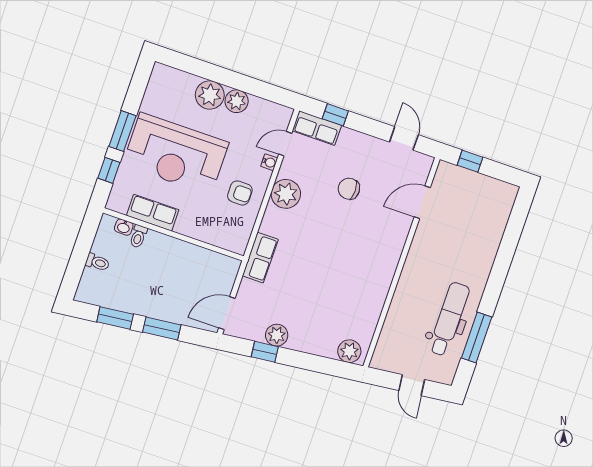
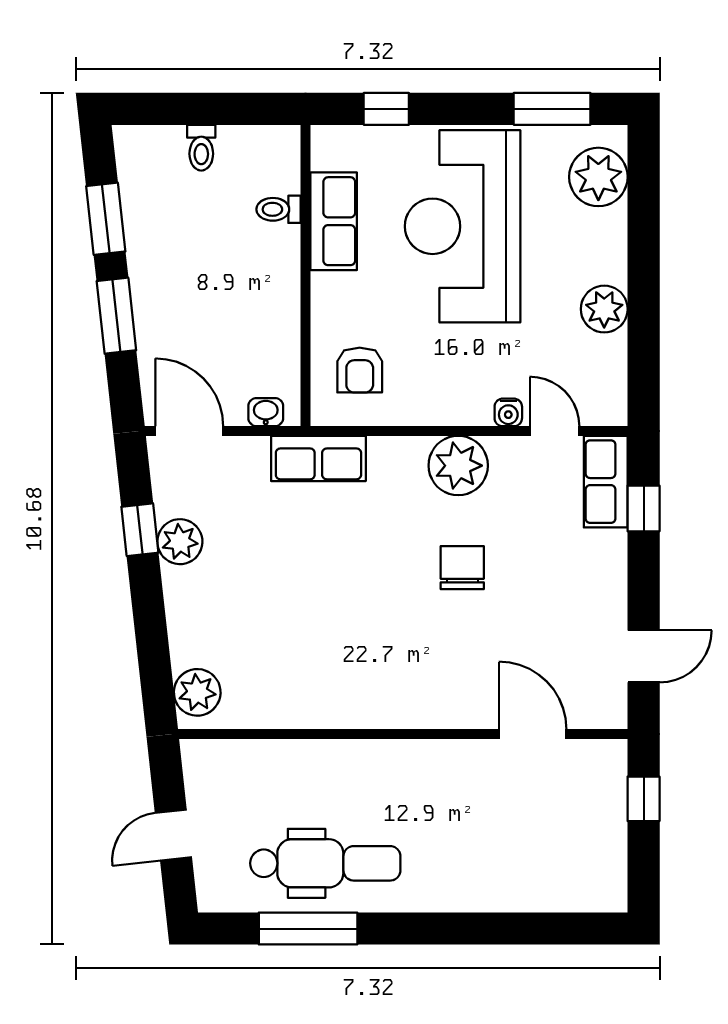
plant: (210, 95) -> (598, 177), moved
window: (122, 131) -> (552, 109), moved
chair: (349, 189) -> (462, 568), moved
armchair: (240, 193) -> (360, 370), moved
washbasin: (124, 227) -> (266, 412), moved, turned 90

